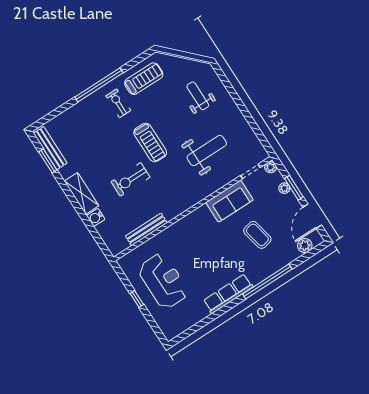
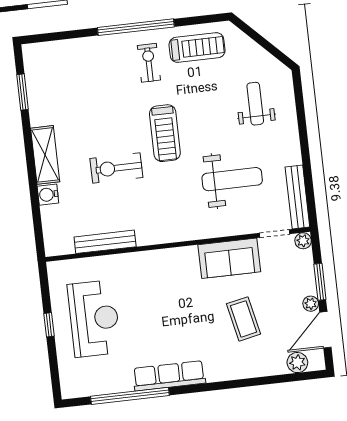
bench: (50, 148) -> (297, 197), moved
plant: (284, 188) -> (311, 304), moved
window: (267, 281) -> (130, 396), moved

